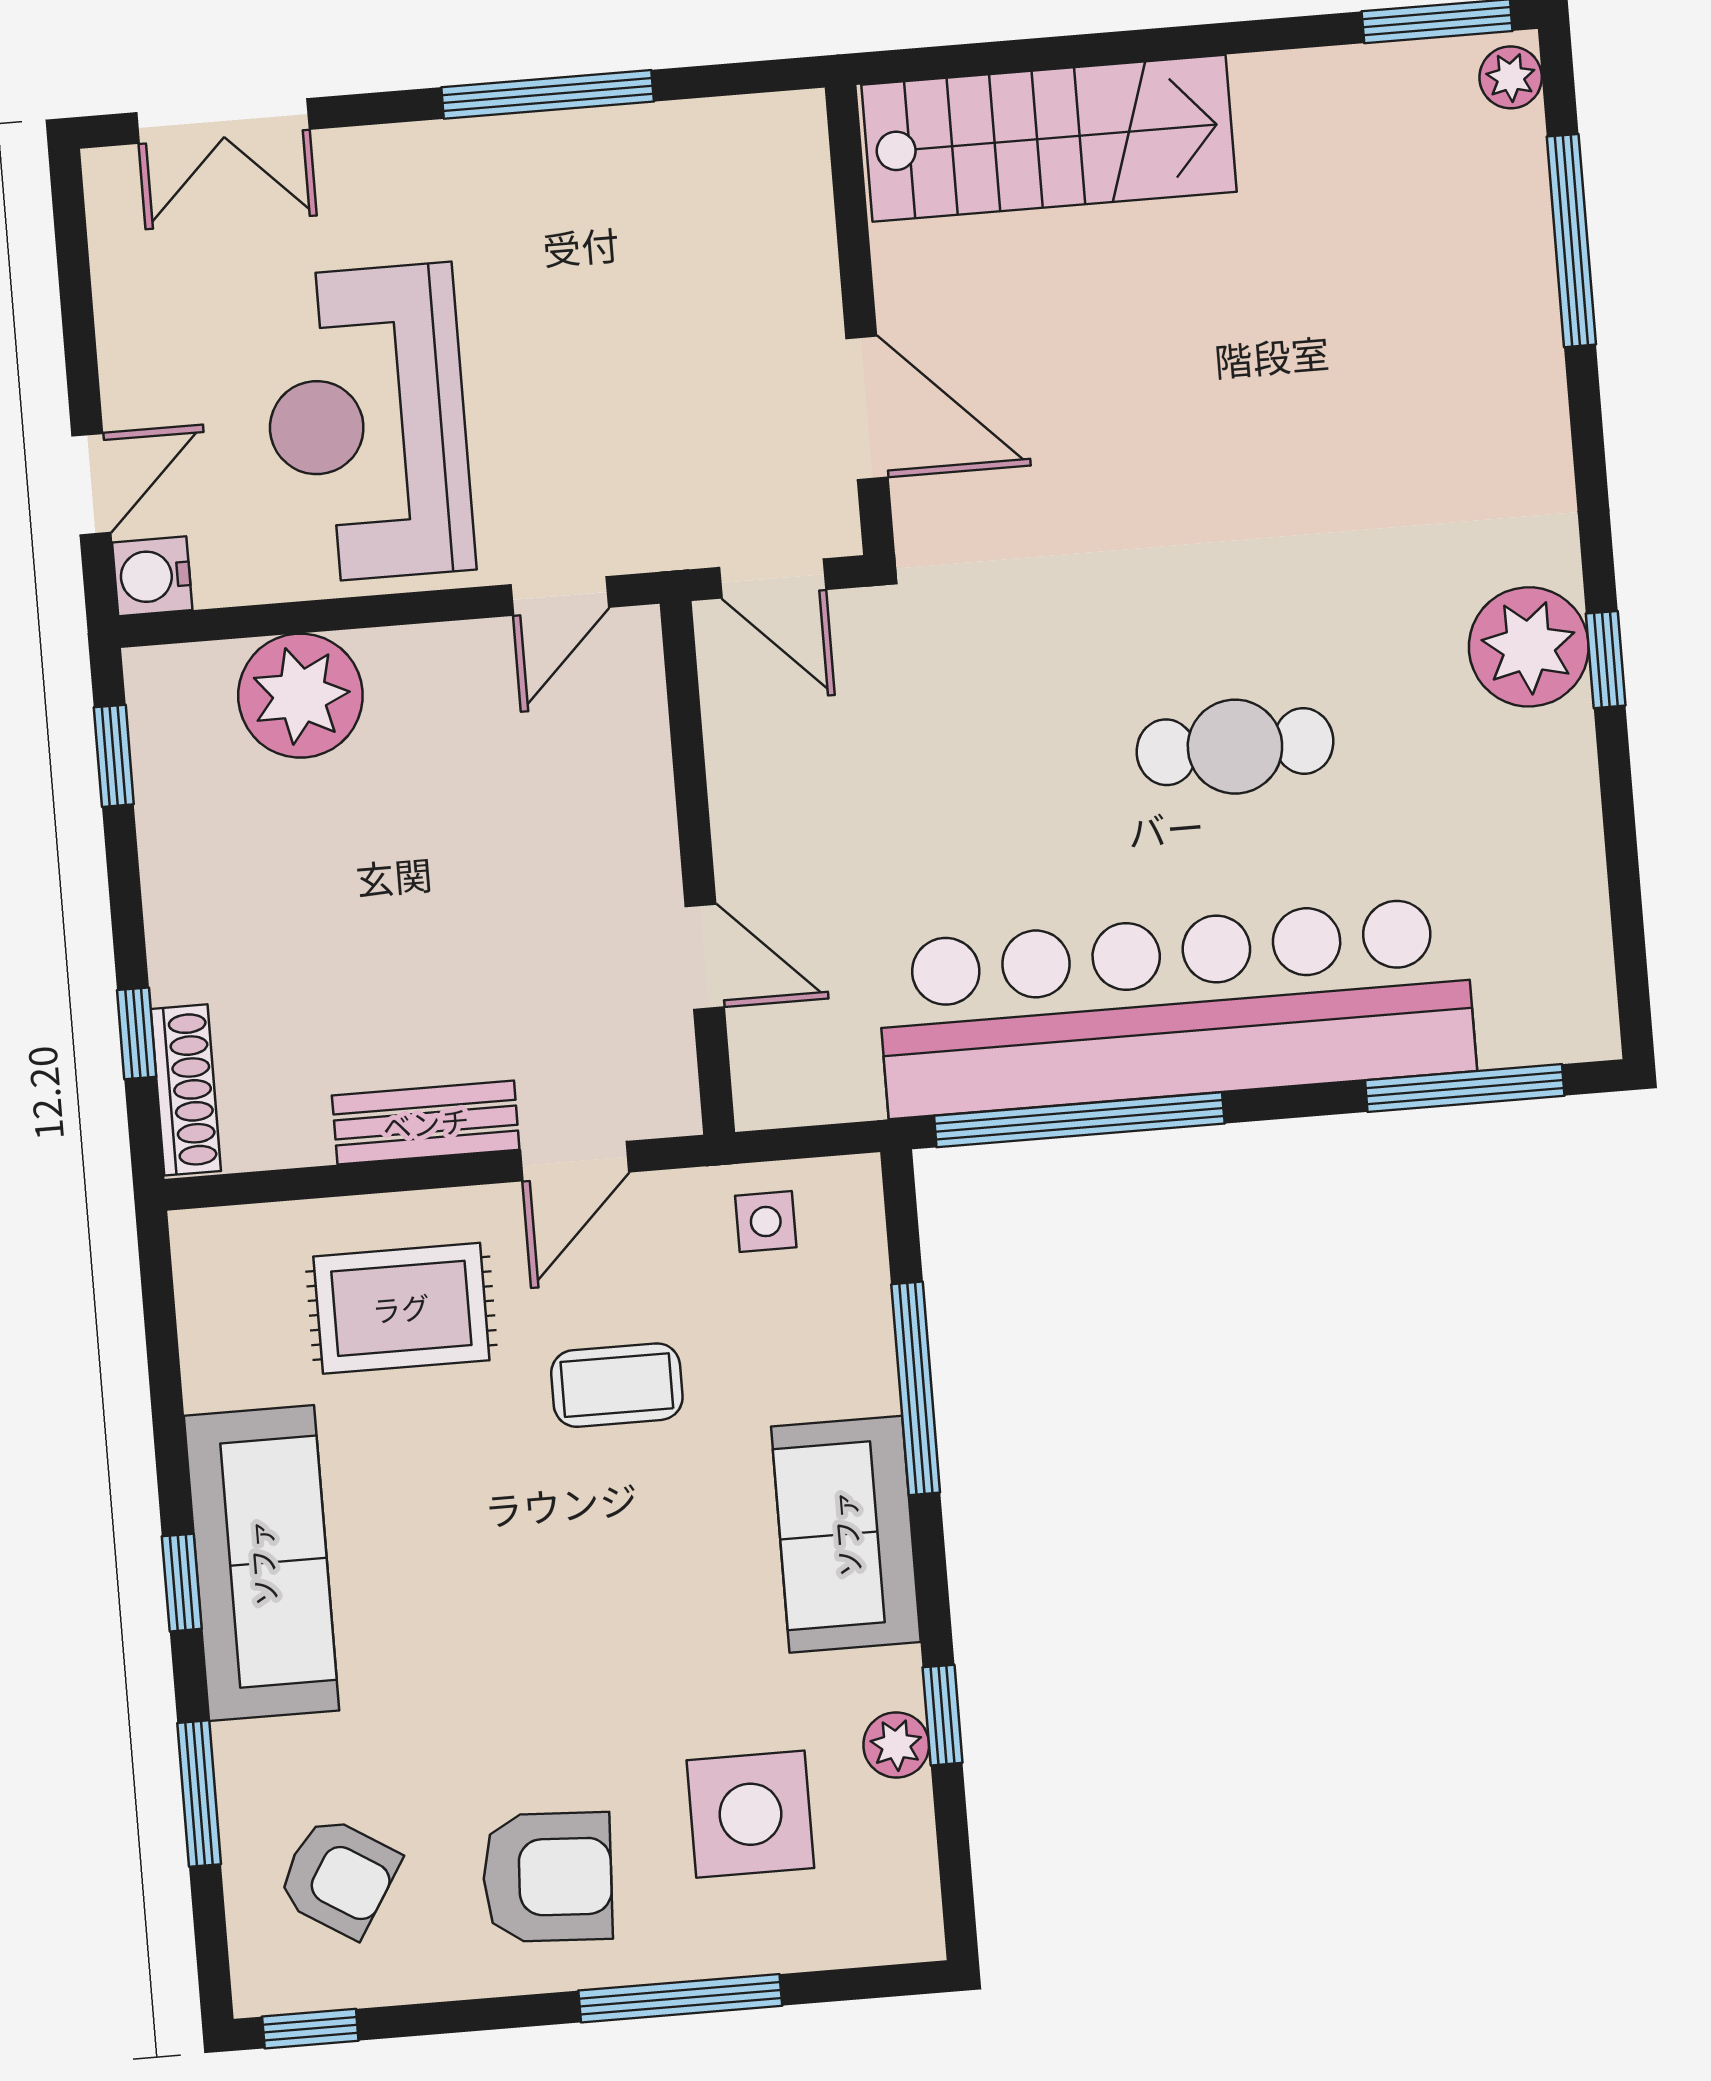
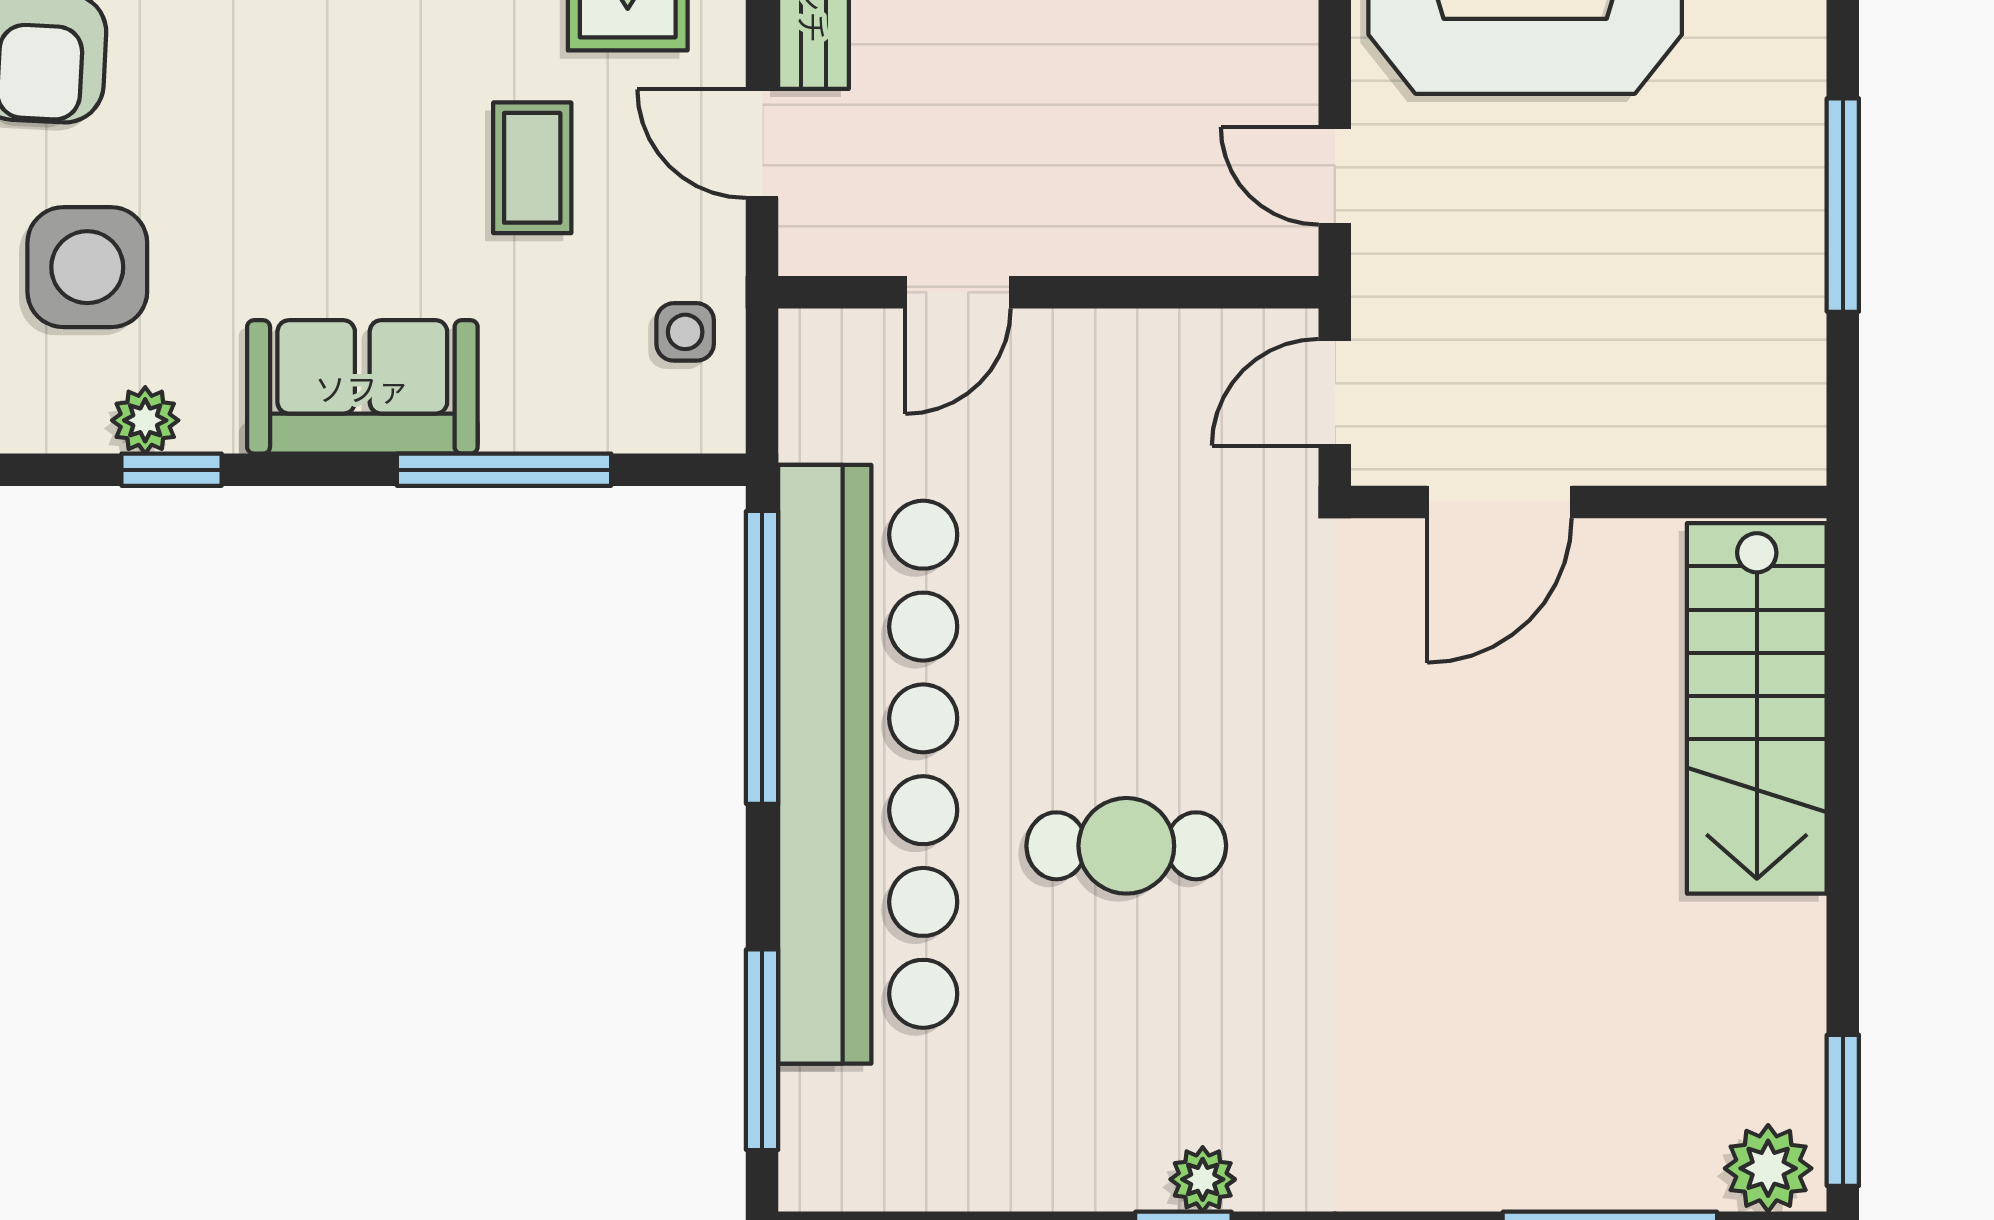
plant: (1511, 77) -> (1768, 1168), width x1.38, depth x1.38
plant: (1529, 647) -> (1203, 1179), width x0.53, depth x0.53
cafe table: (1235, 747) -> (1126, 846), turned 90

